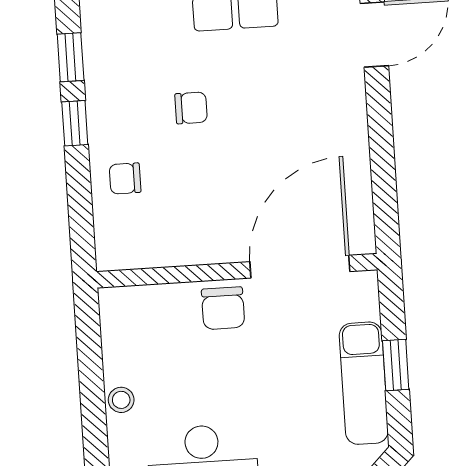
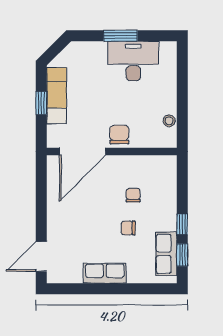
row of seats: (105, 57) -> (166, 254), added
chair: (125, 179) -> (133, 195), moved, turned -90
stool: (121, 400) -> (169, 121), moved

